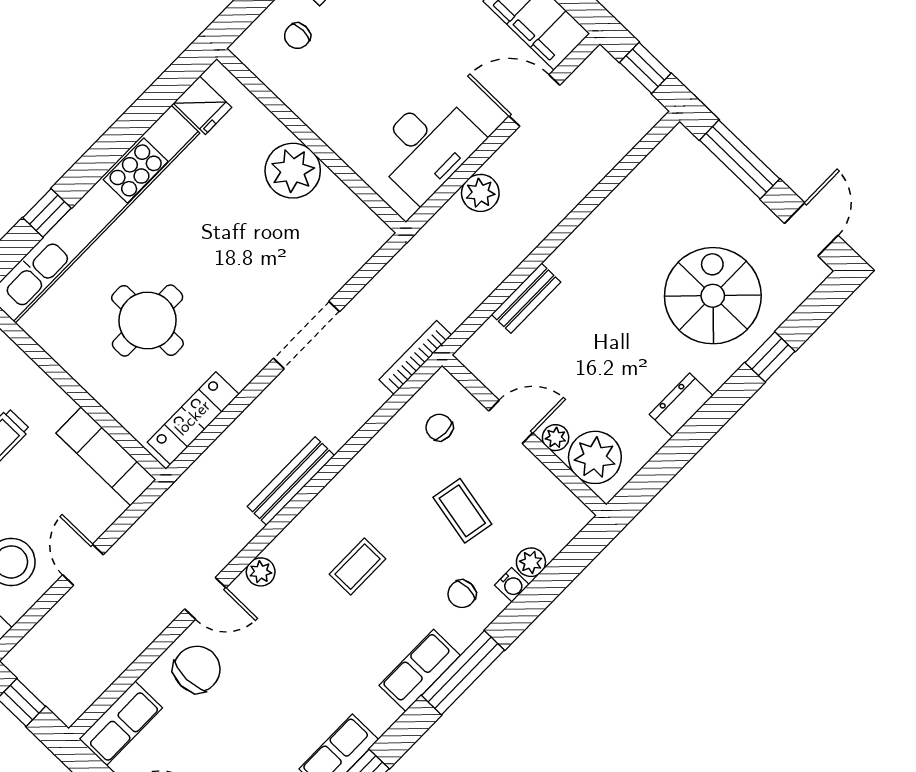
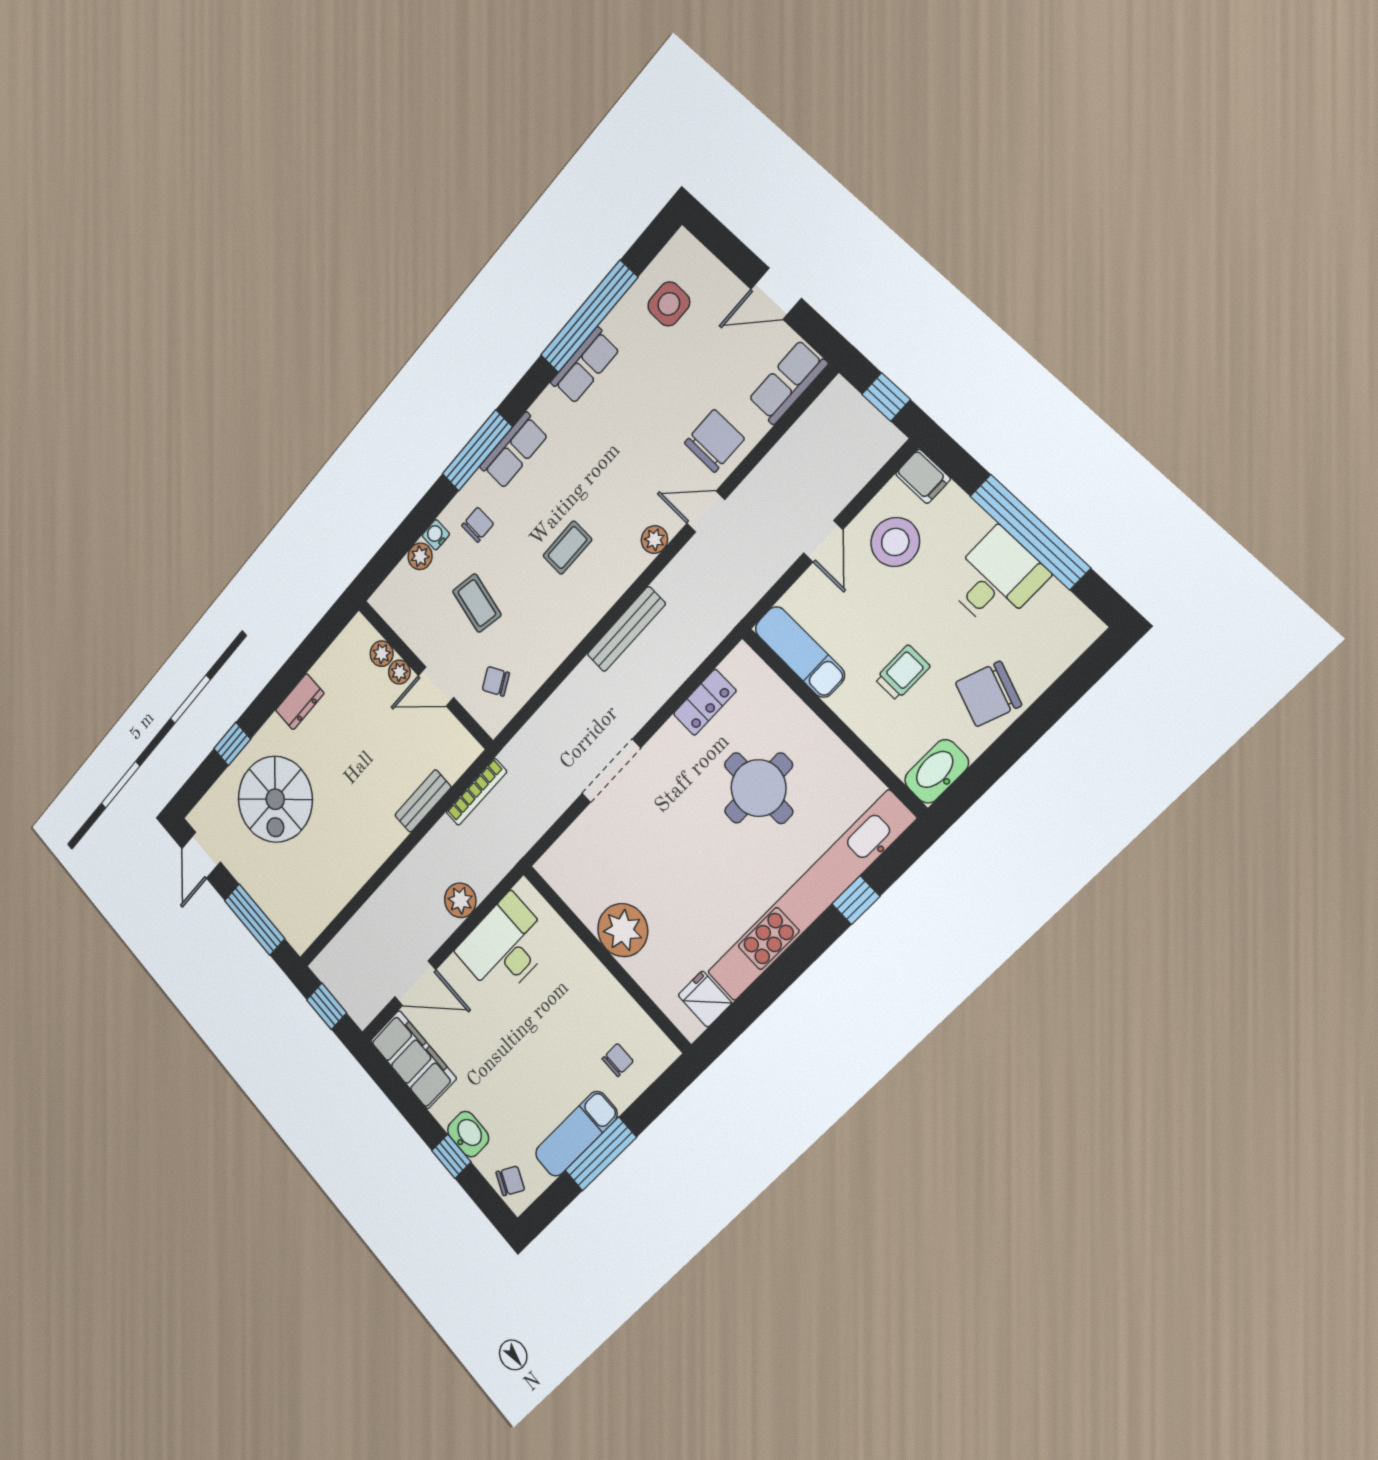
bookcase: (415, 357) -> (476, 792), moved
locker: (193, 418) -> (705, 702), width x0.66
chair: (439, 427) -> (496, 681), turned 151
plant: (595, 457) -> (382, 654), width x0.53, depth x0.53
chair: (197, 669) -> (714, 441), turned 180

